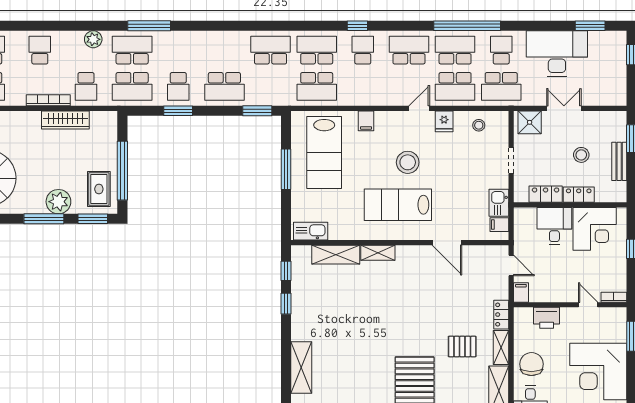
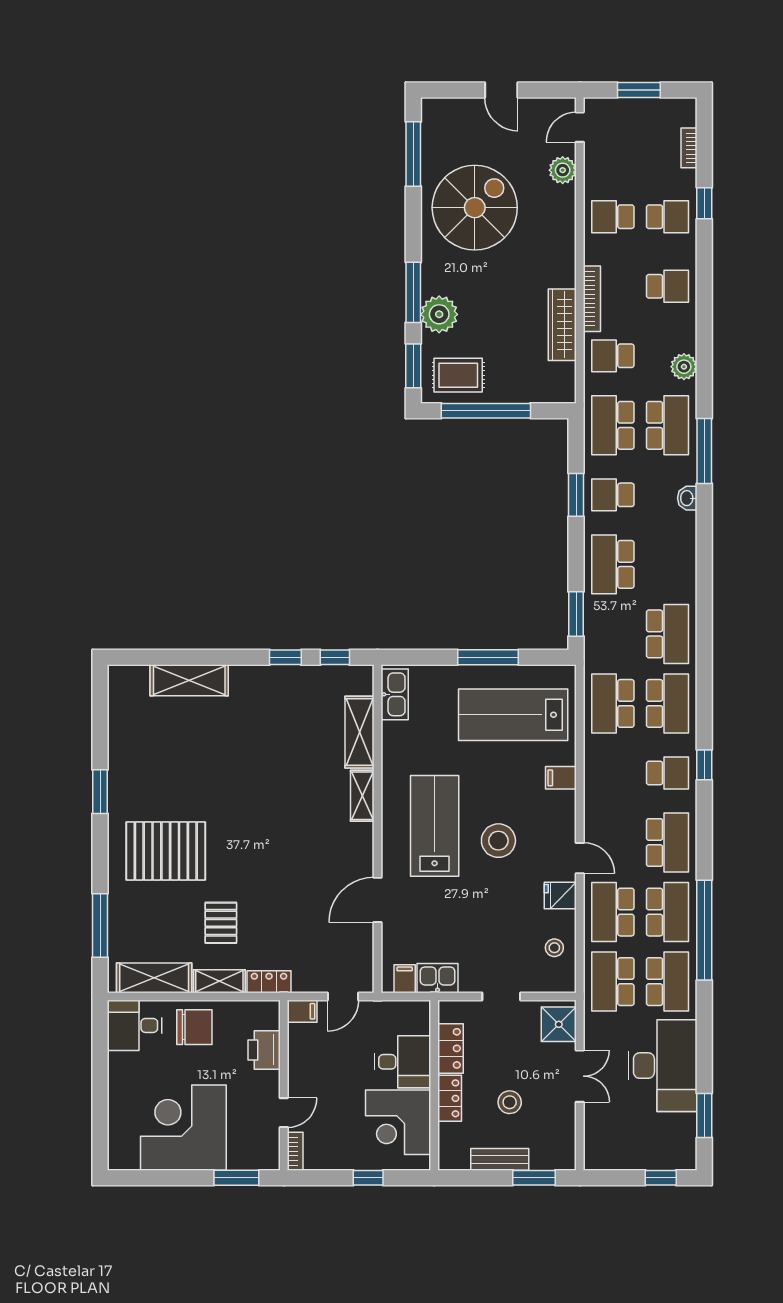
washbasin: (180, 37) -> (687, 498), added
school desk: (501, 50) -> (668, 982), width x1.85

